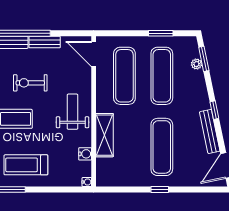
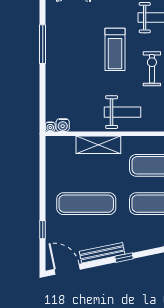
water cooler: (85, 154) -> (63, 125), moved
treadmill: (26, 165) -> (68, 64), removed
window: (160, 190) -> (43, 230), moved

